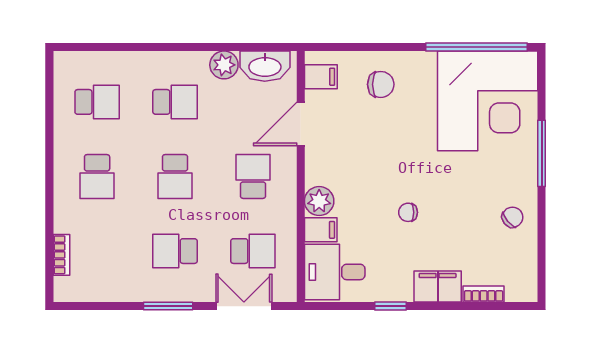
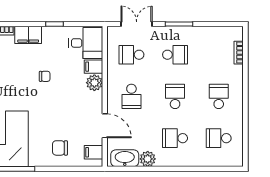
door: (301, 124) -> (105, 126), hinge flipped
double door: (244, 306) -> (137, 24), swing flipped

